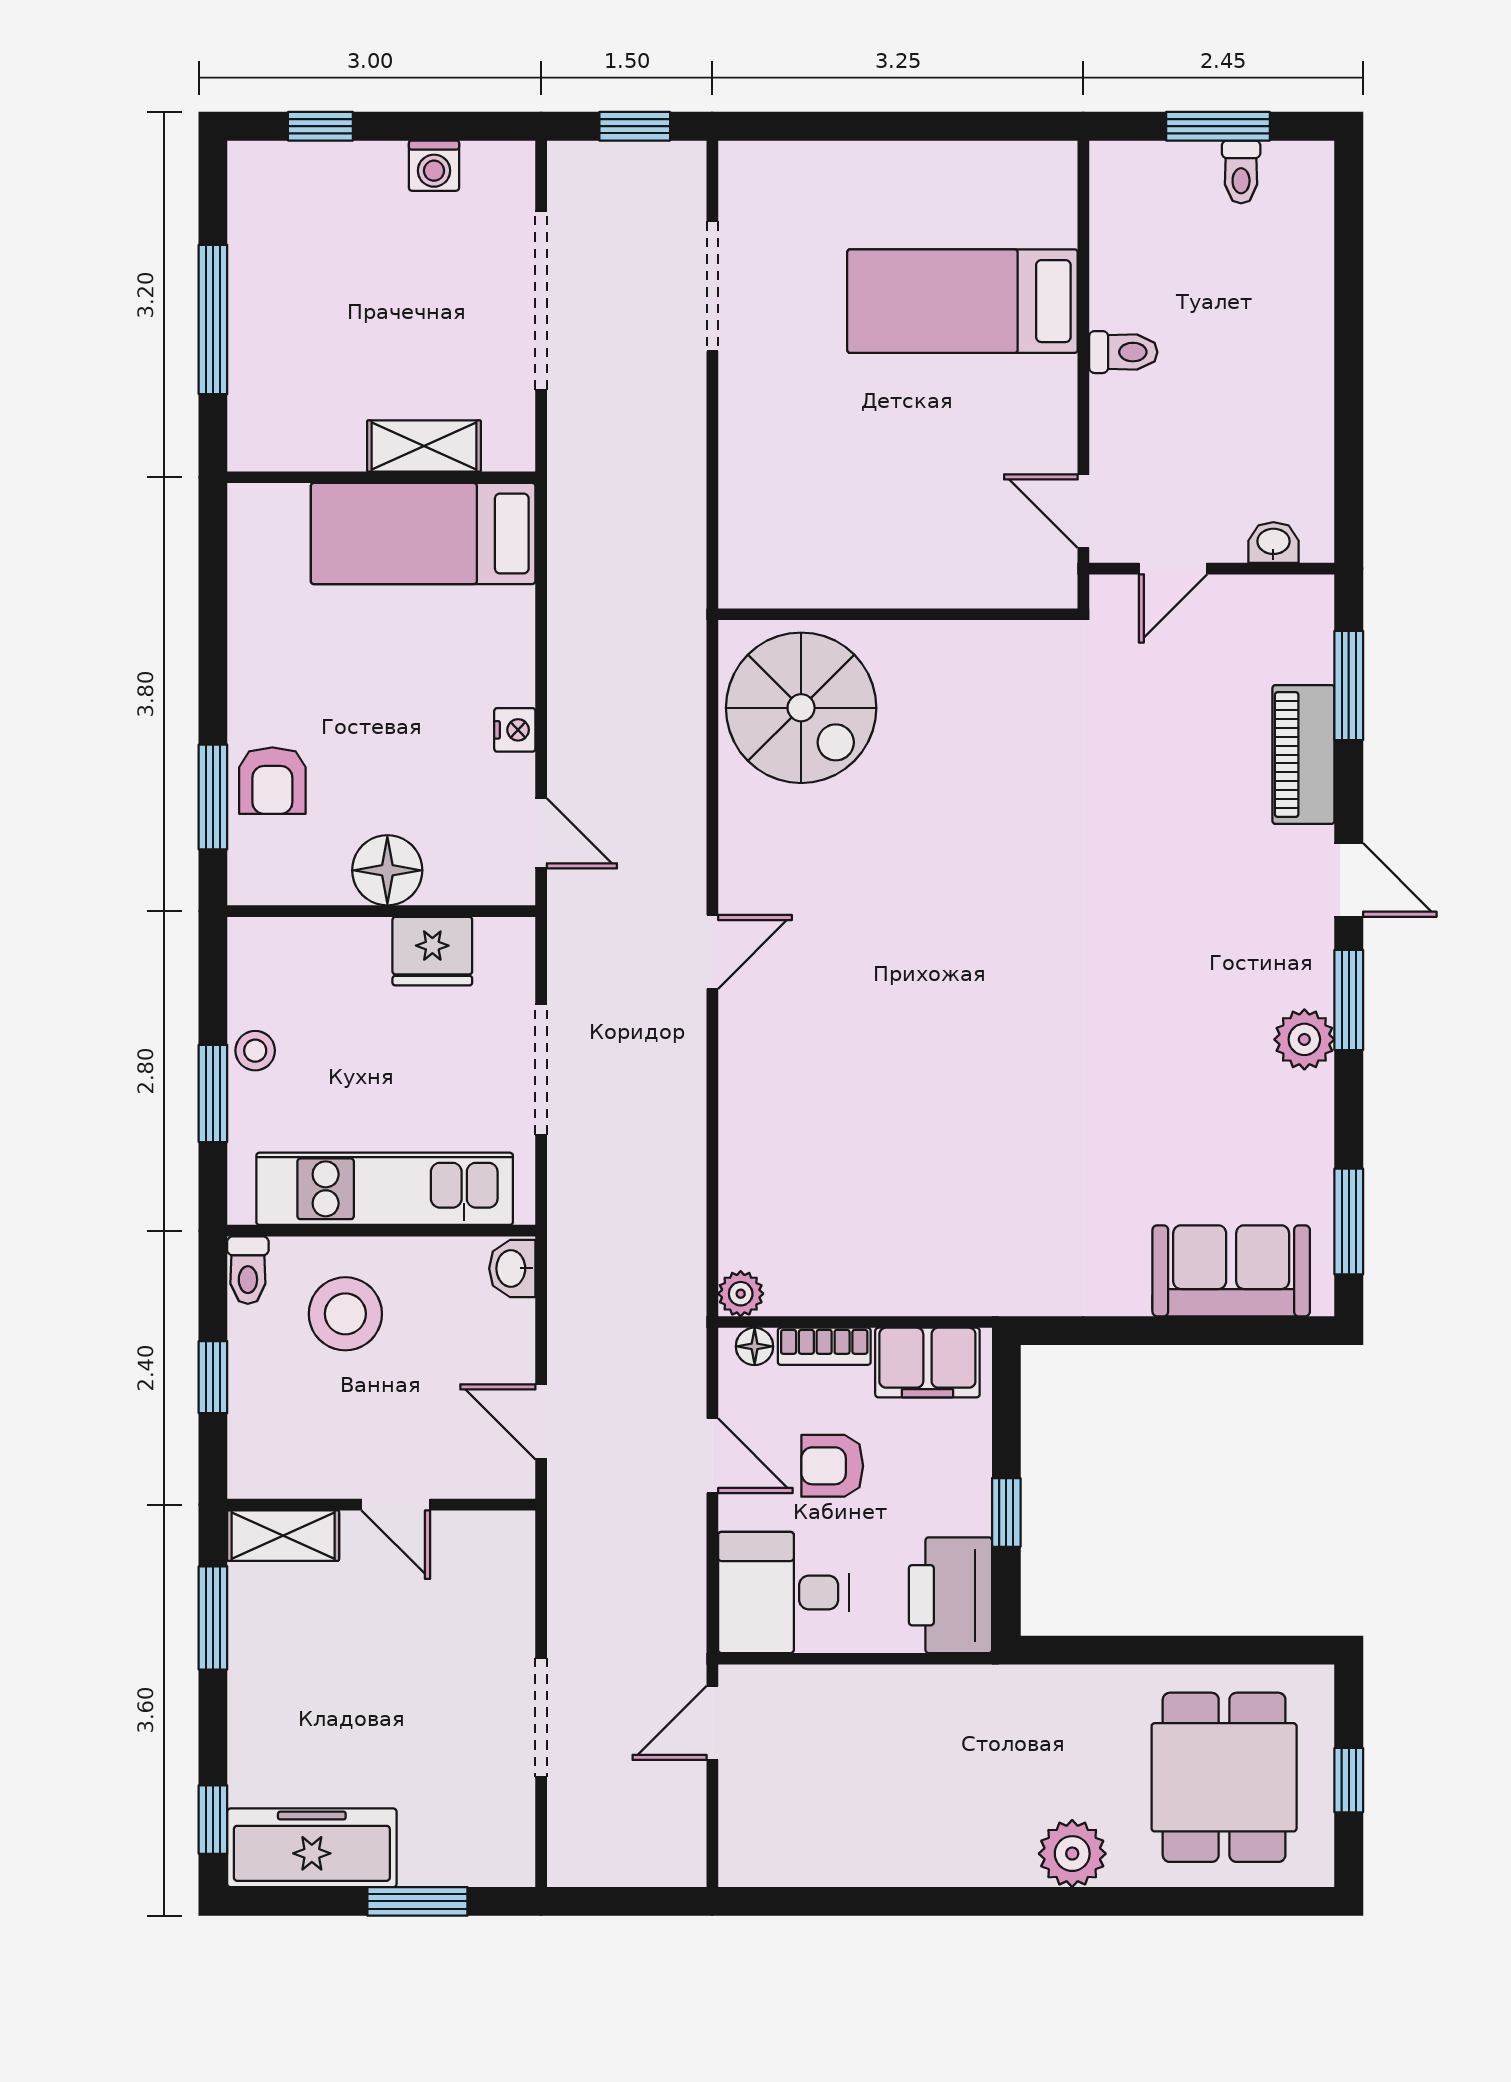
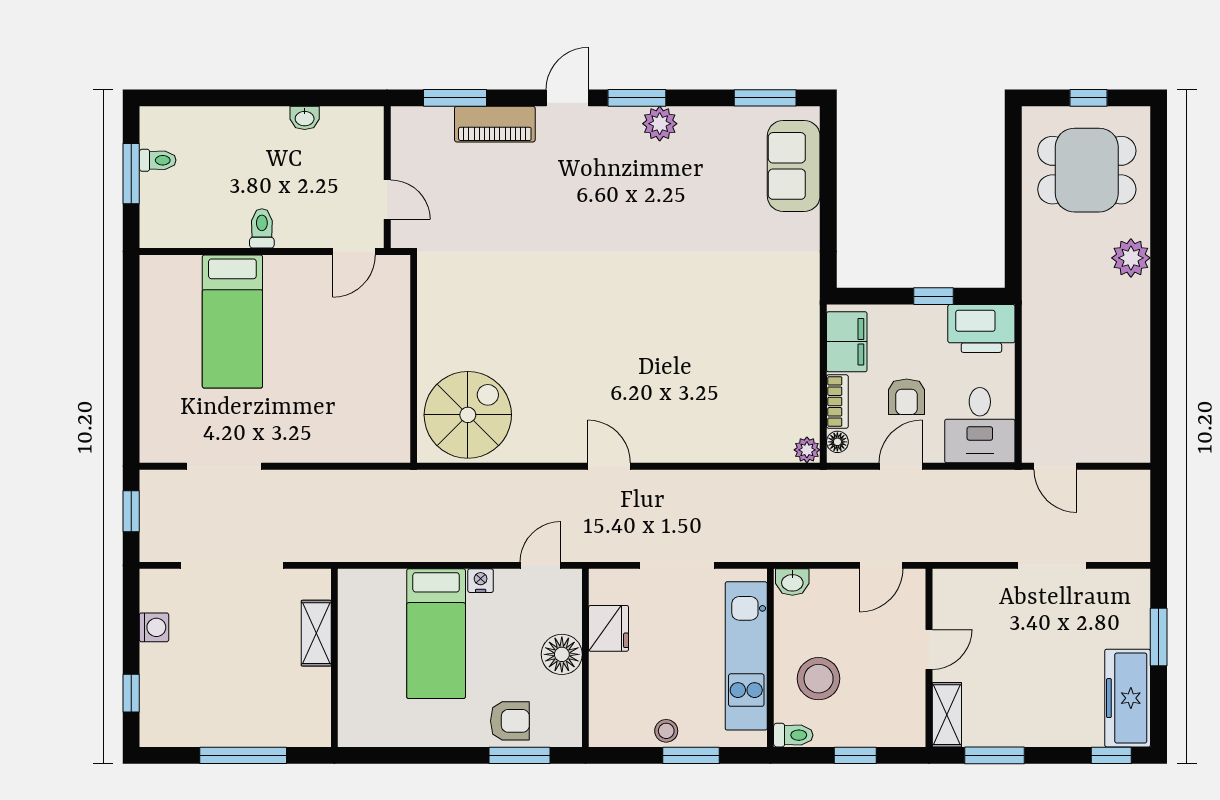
bed: (423, 534) -> (436, 634), moved
washbasin: (1273, 543) -> (305, 118), moved, turned -90

